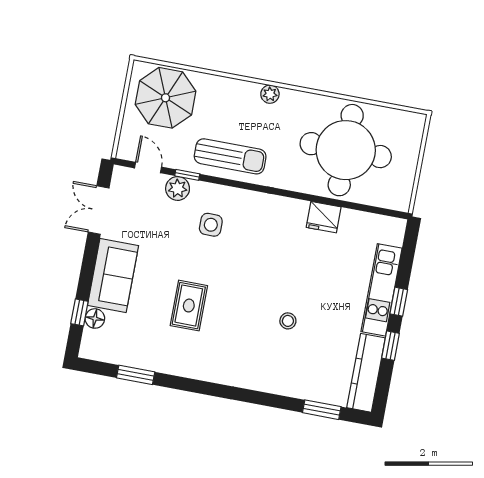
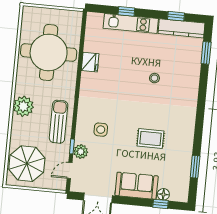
plant: (270, 94) -> (23, 106), width x1.87, depth x1.87
window: (399, 302) -> (126, 11), moved
window: (391, 346) -> (176, 16), moved

